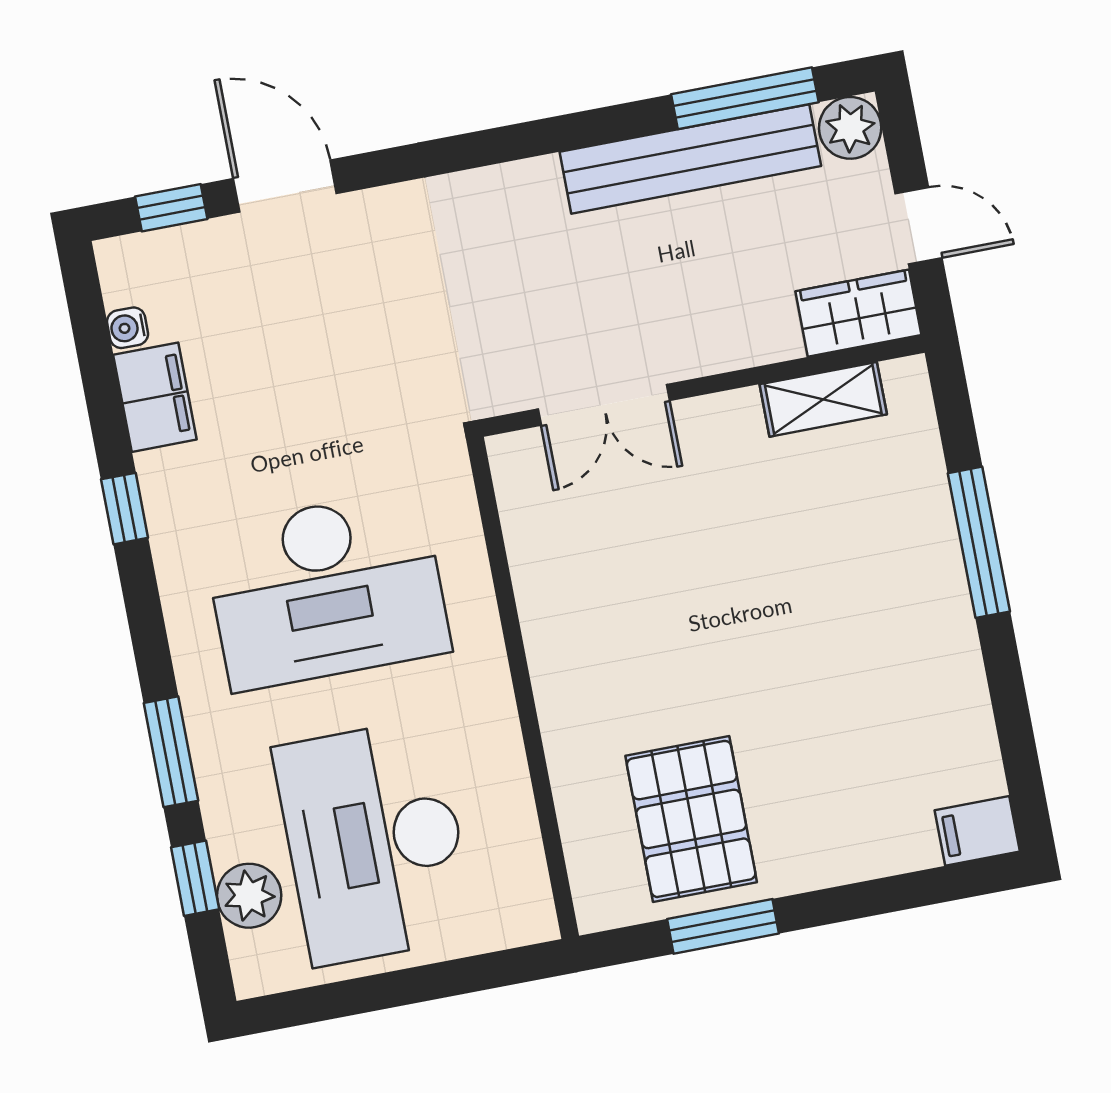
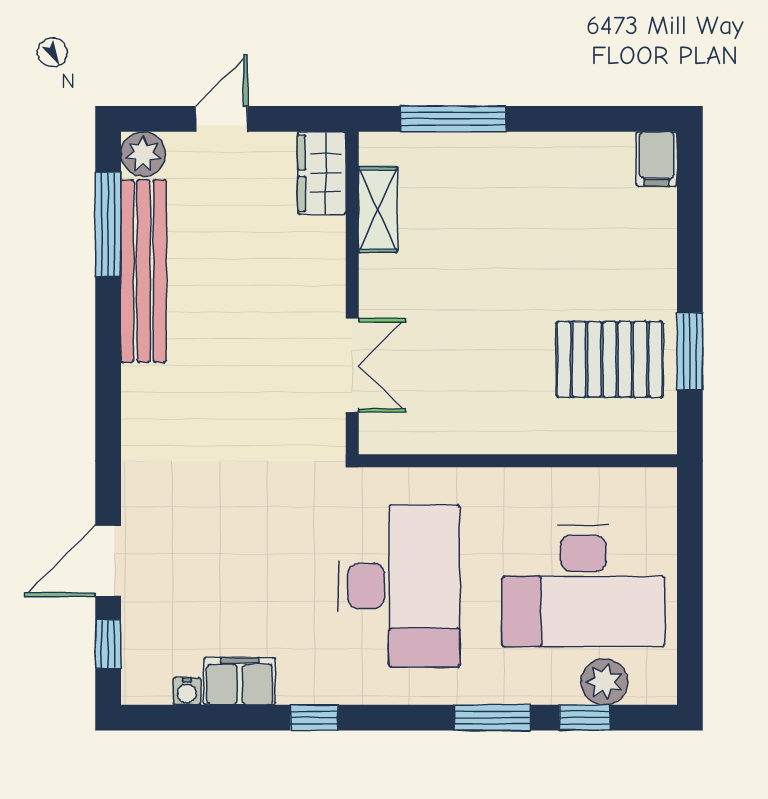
wardrobe: (858, 313) -> (322, 173), moved
wall: (703, 386) -> (352, 293), moved
shelving: (823, 399) -> (378, 210), moved
double door: (604, 405) -> (352, 365), moved

